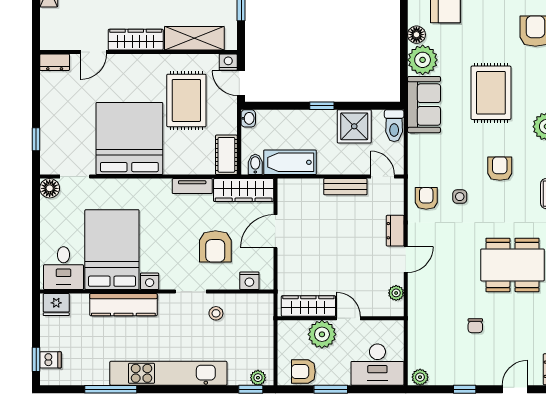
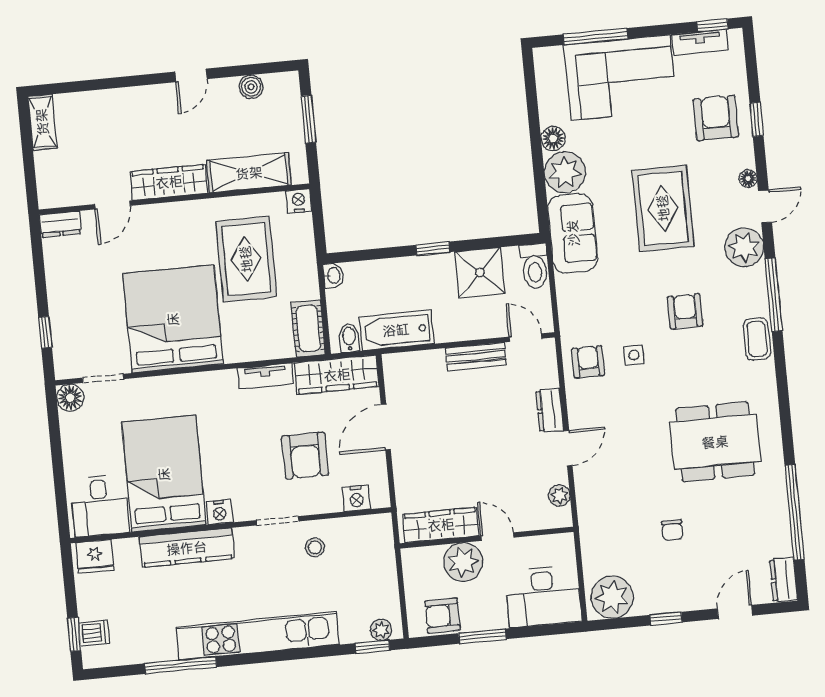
door: (241, 83) -> (319, 228), removed
plant: (420, 377) -> (612, 597), width x1.87, depth x1.87

